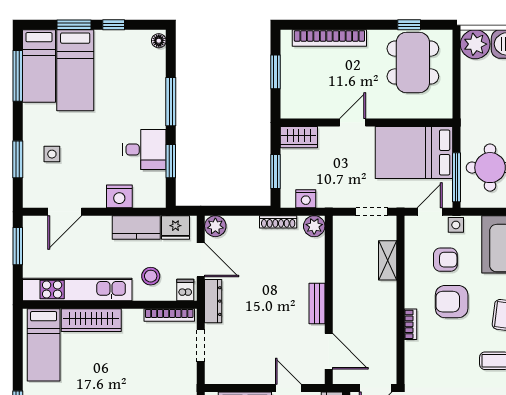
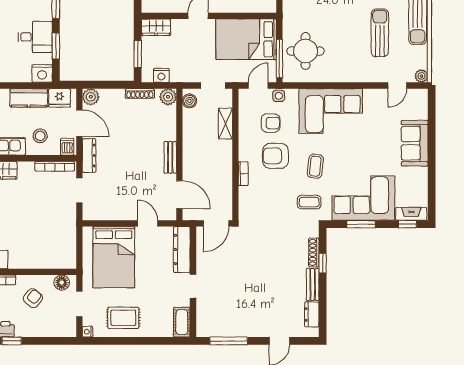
nightstand: (119, 196) -> (42, 73), moved
boiler: (342, 231) -> (189, 101), added

